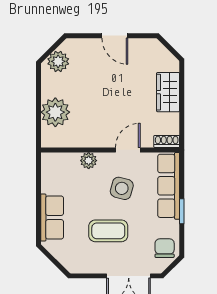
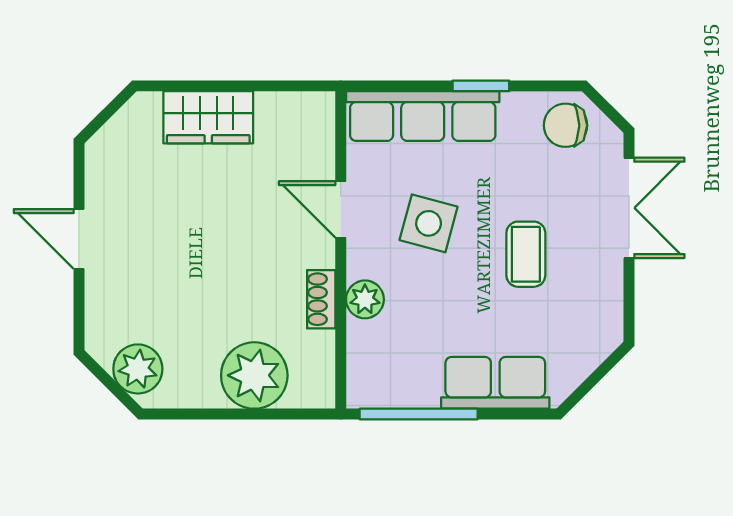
door: (115, 36) -> (79, 239), swing flipped
shoe rack: (167, 141) -> (321, 299), moved
window: (38, 184) -> (419, 414), added
coffee table: (108, 231) -> (526, 254), width x0.73, depth x0.77

